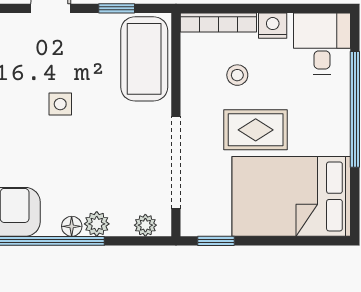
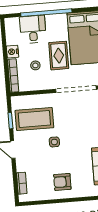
desk: (322, 43) -> (33, 29), moved, turned 90
coffee table: (144, 59) -> (34, 119), moved

